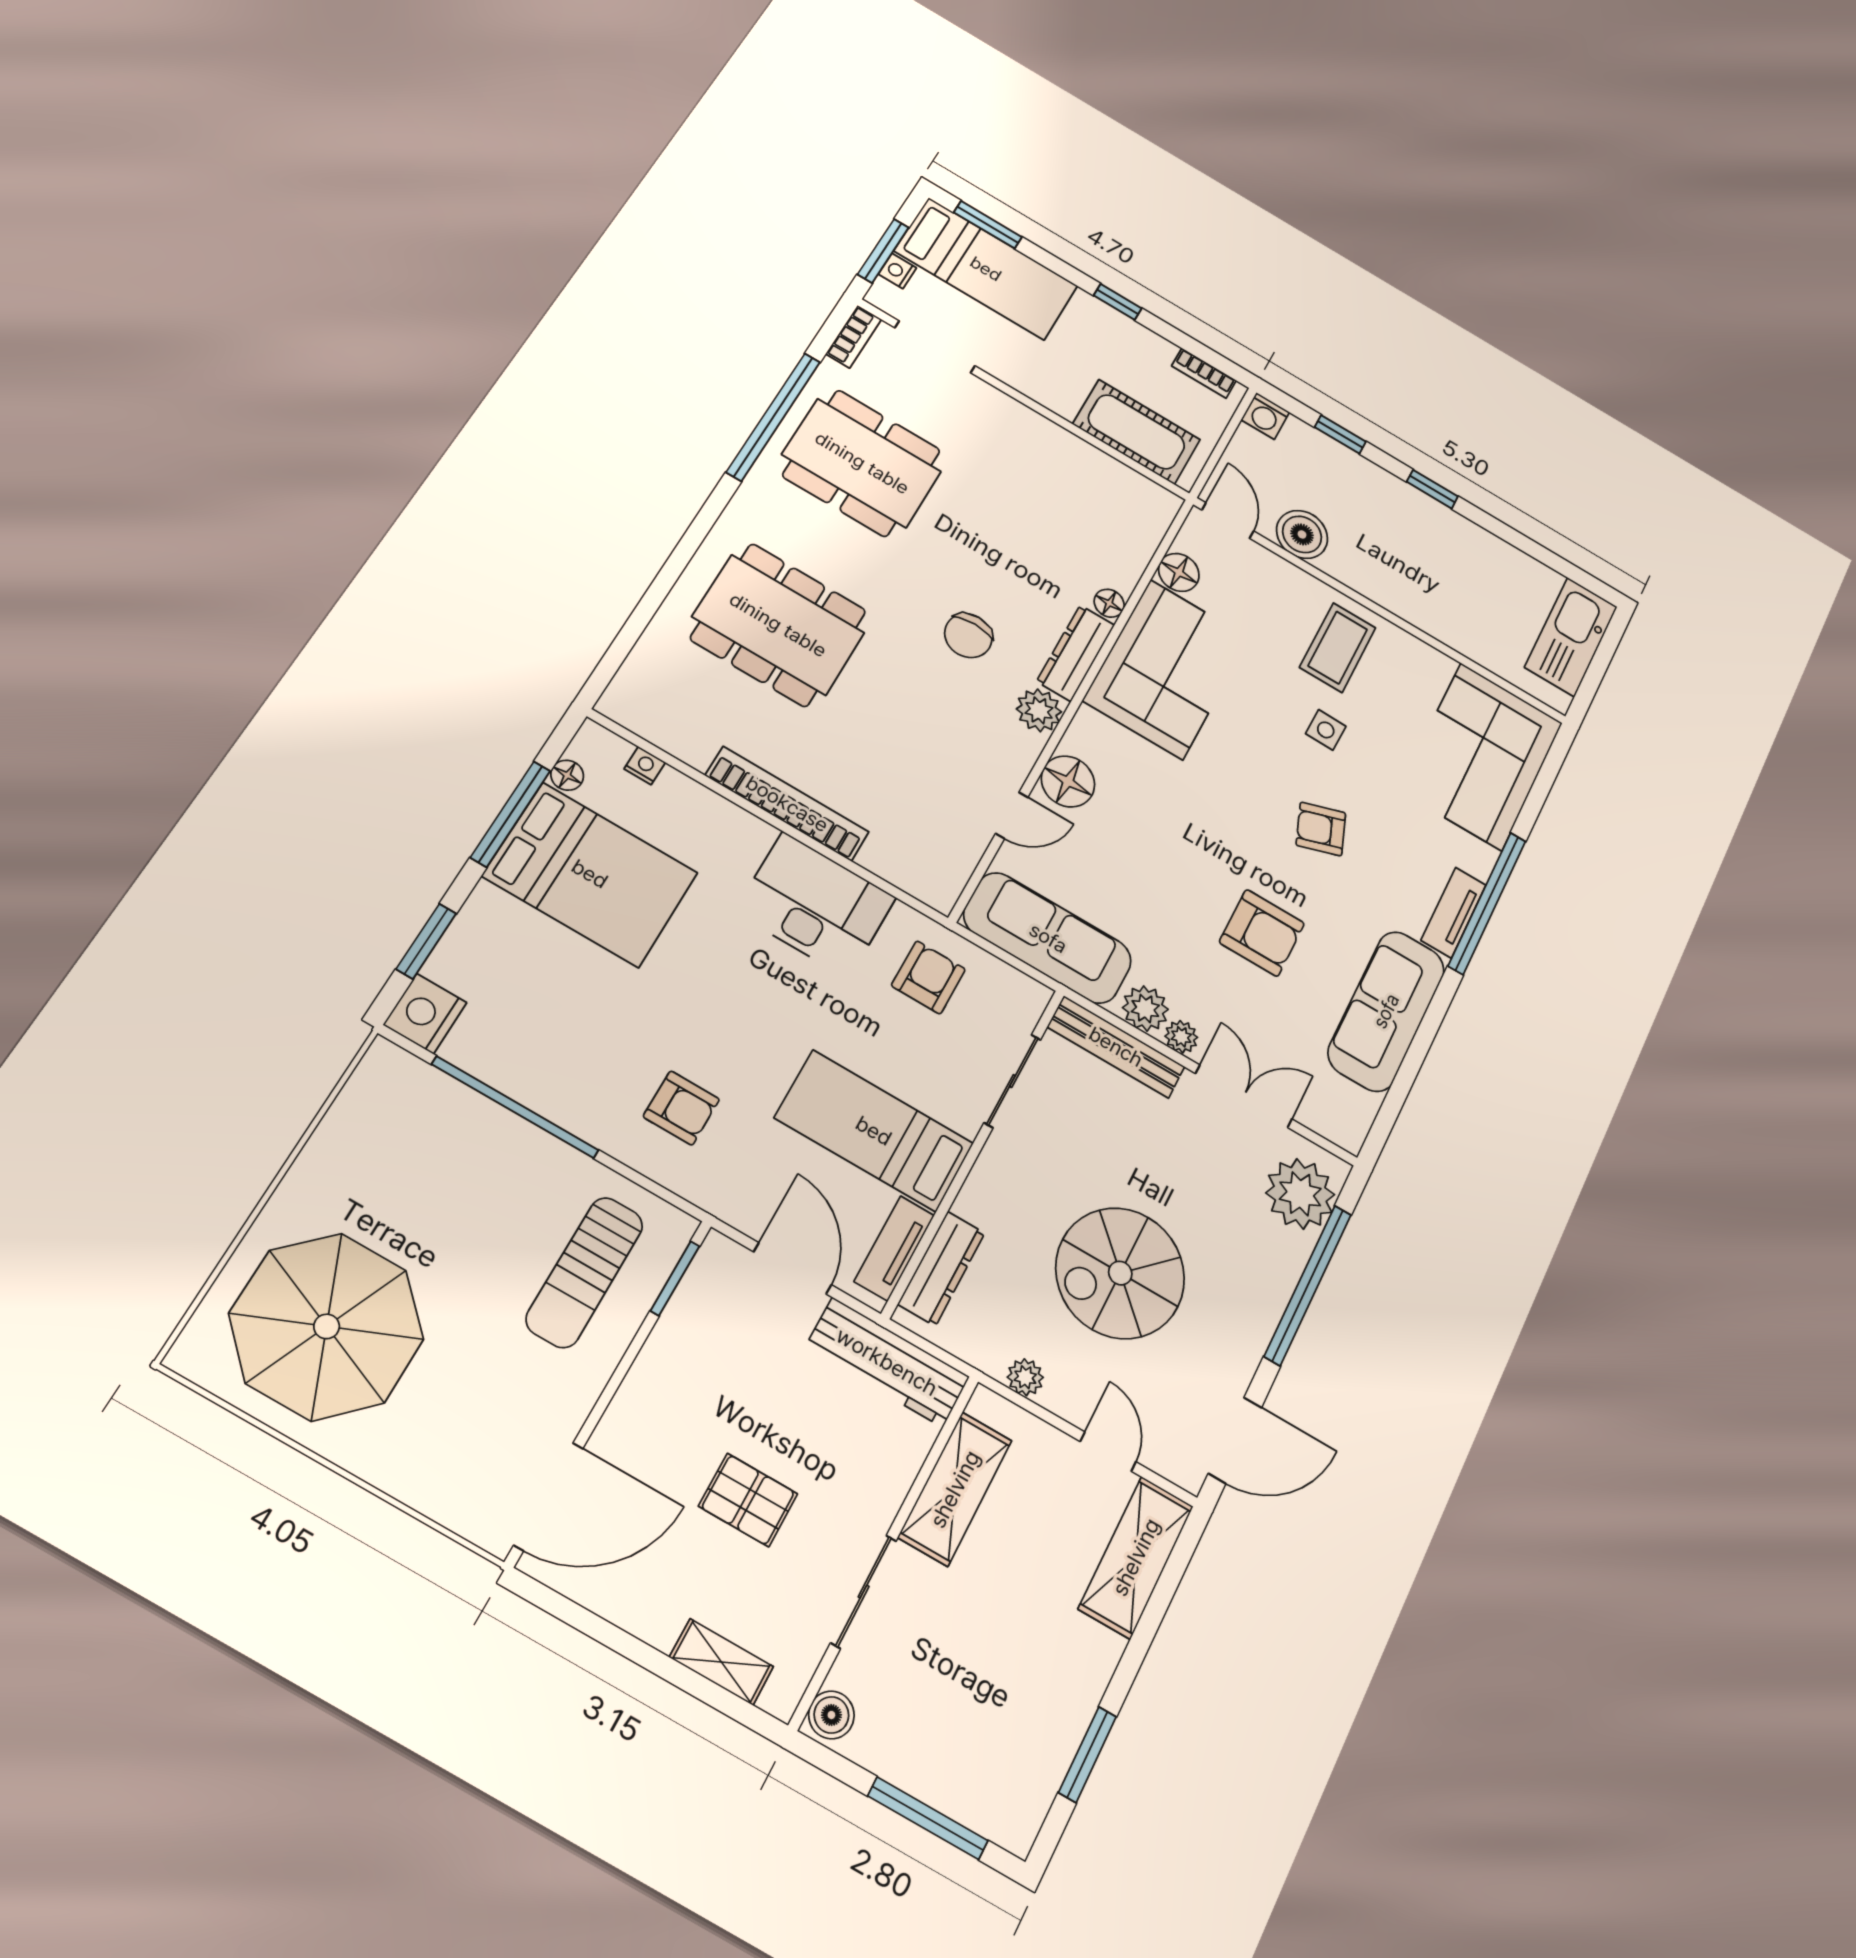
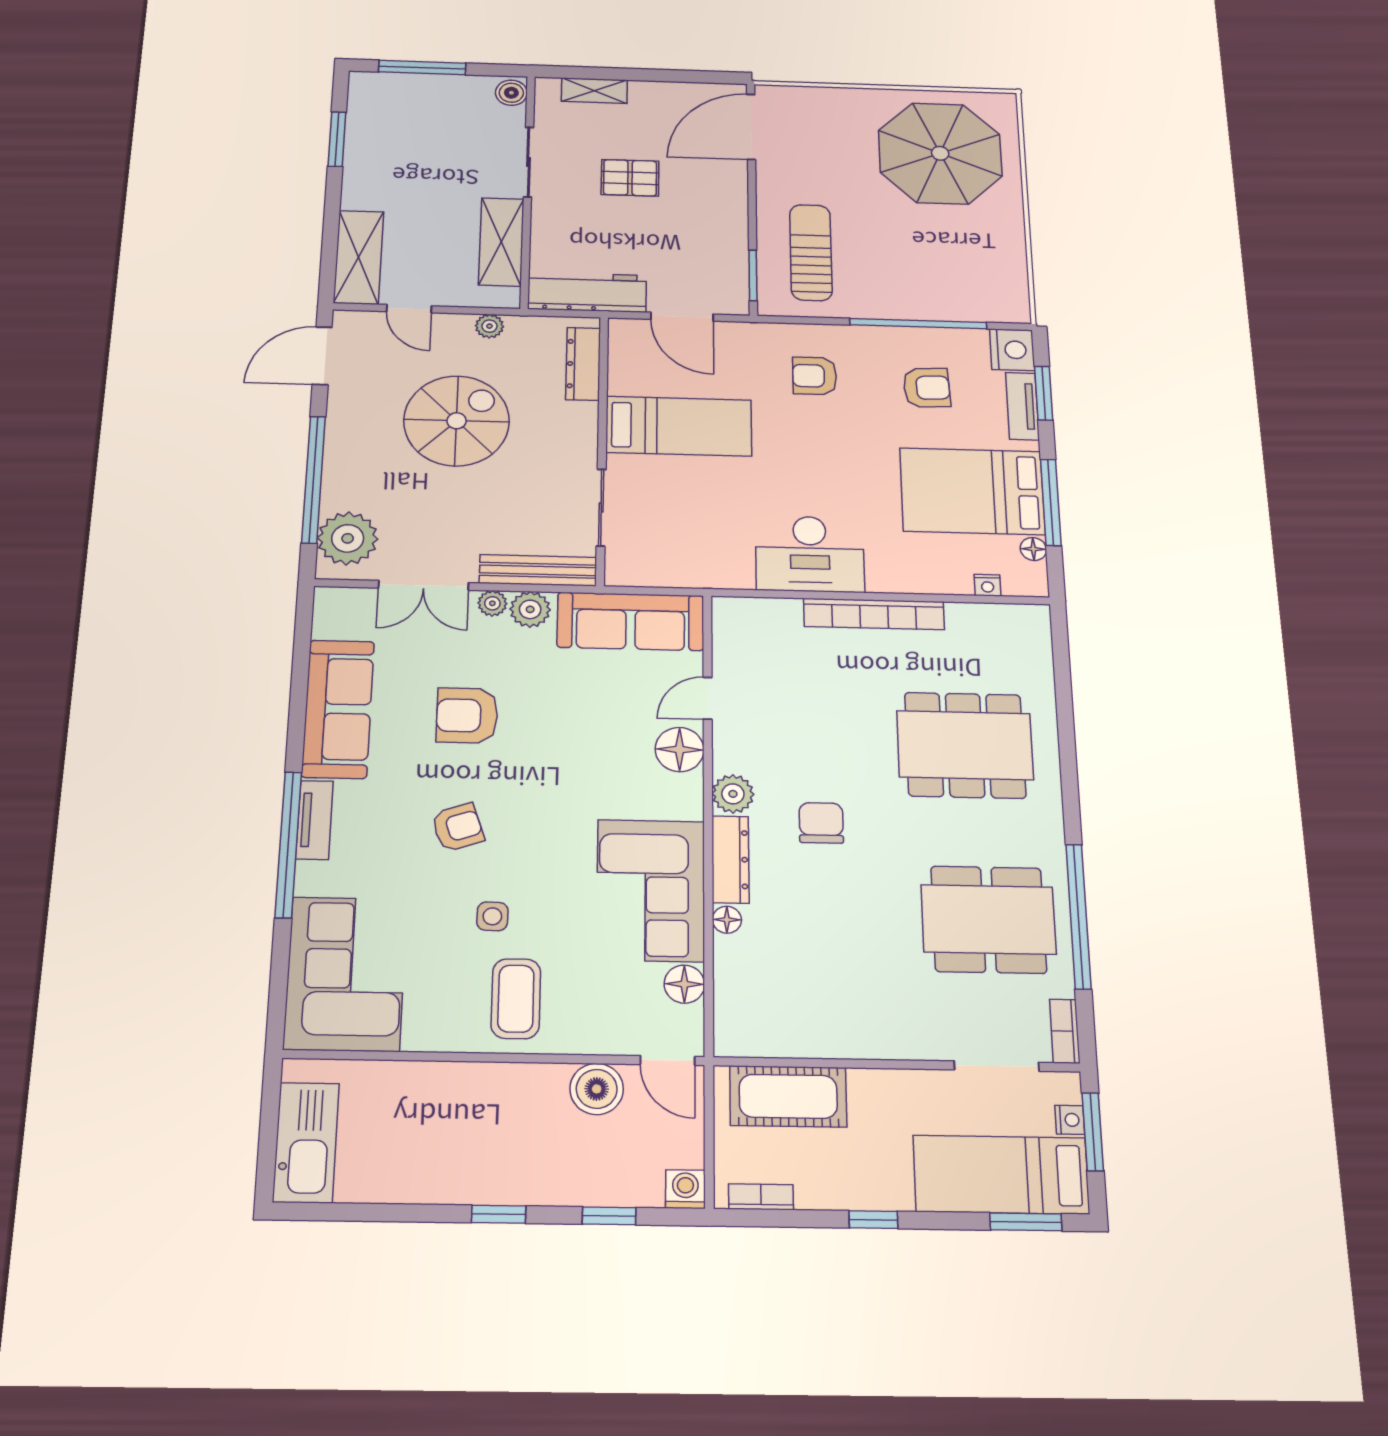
armchair: (928, 977) -> (927, 388), moved, turned -93
tv unit: (894, 1248) -> (1022, 406), moved, turned 180

